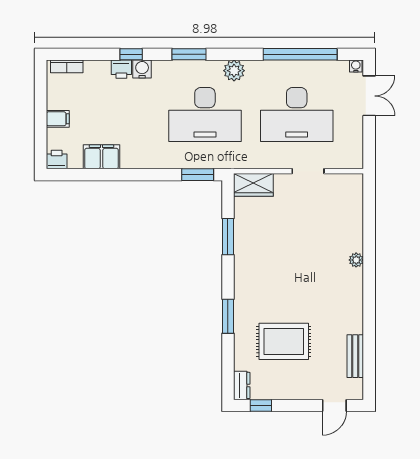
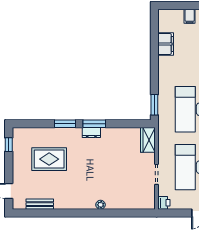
printer: (57, 160) -> (164, 203), moved
window: (228, 237) -> (94, 124), moved
rug: (284, 341) -> (49, 159), turned 90
dresser: (242, 385) -> (91, 132), moved

